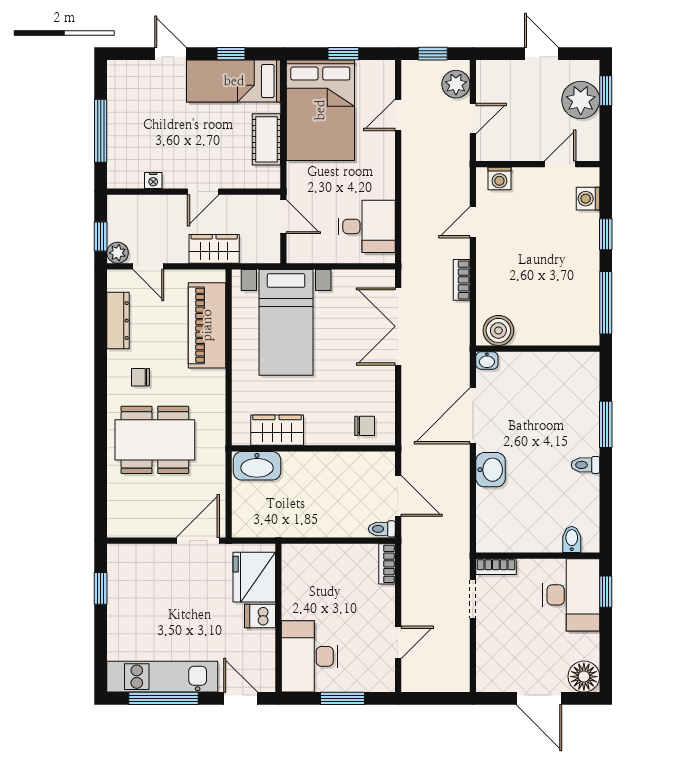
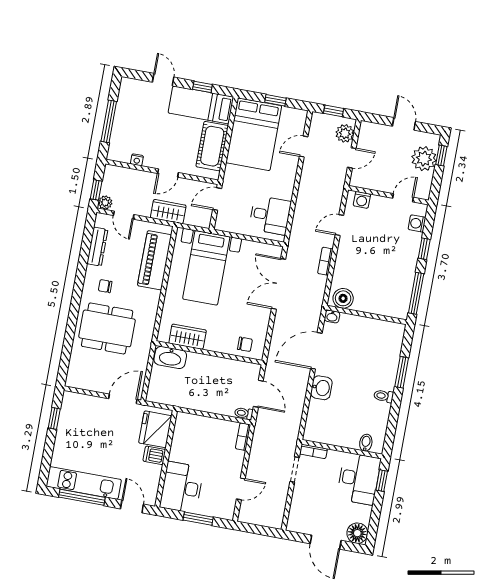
cot: (266, 139) -> (212, 146), width x1.37, depth x1.34
door: (283, 217) -> (217, 199), swing flipped

